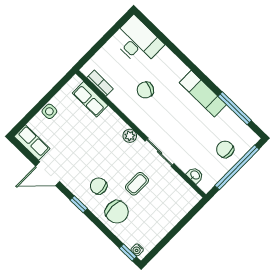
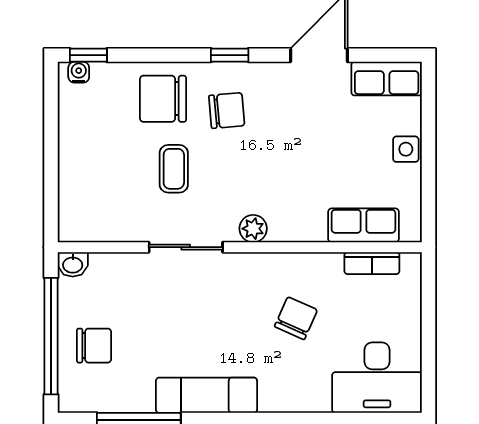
washbasin: (195, 175) -> (73, 264), moved

